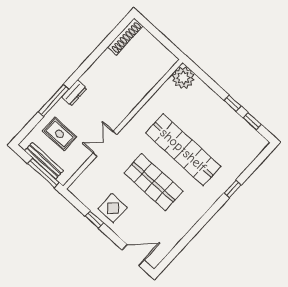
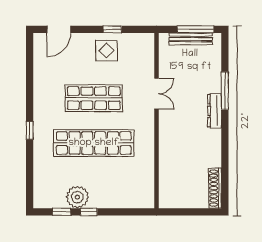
plant: (183, 78) -> (77, 197), moved
dresser: (74, 93) -> (215, 111), width x1.44
rug: (59, 134) -> (197, 70), removed
window: (43, 173) -> (195, 29), moved
window: (233, 189) -> (30, 130), moved

